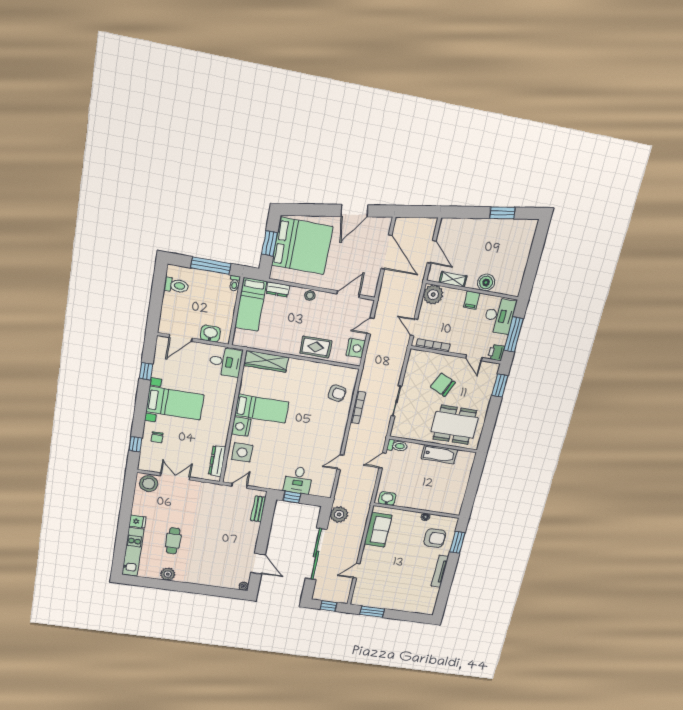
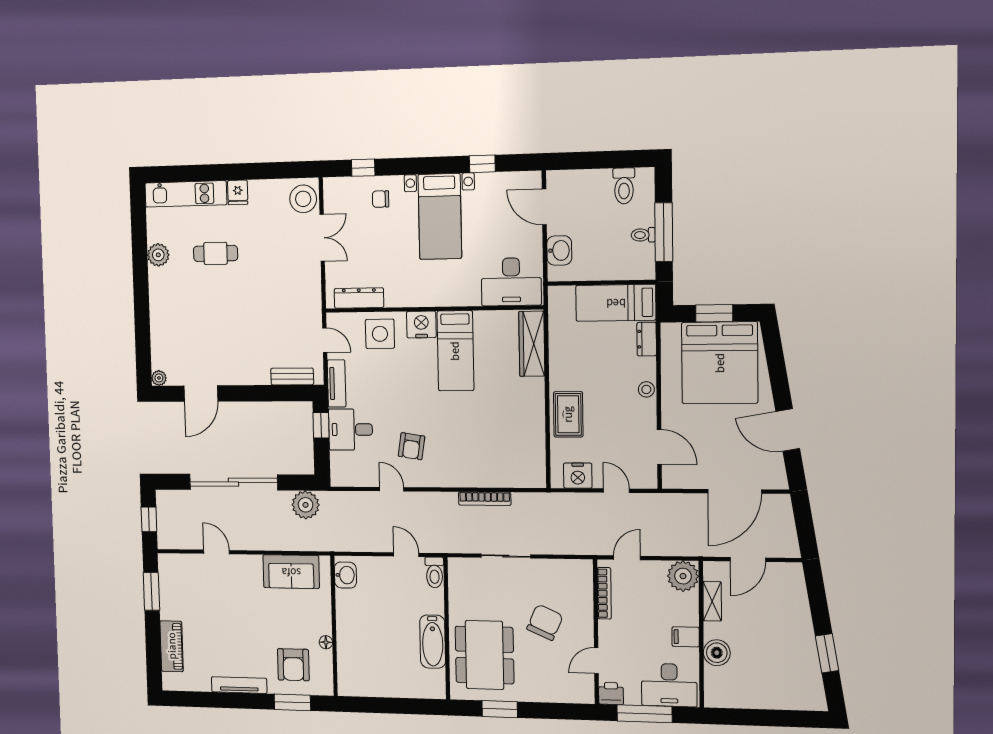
toilet: (235, 283) -> (643, 235), moved
desk: (226, 362) -> (511, 282), width x1.37
window: (500, 385) -> (500, 709), moved
armchair: (337, 393) -> (412, 446), moved
tv unit: (268, 483) -> (337, 383), added
piano: (408, 606) -> (172, 646), added

